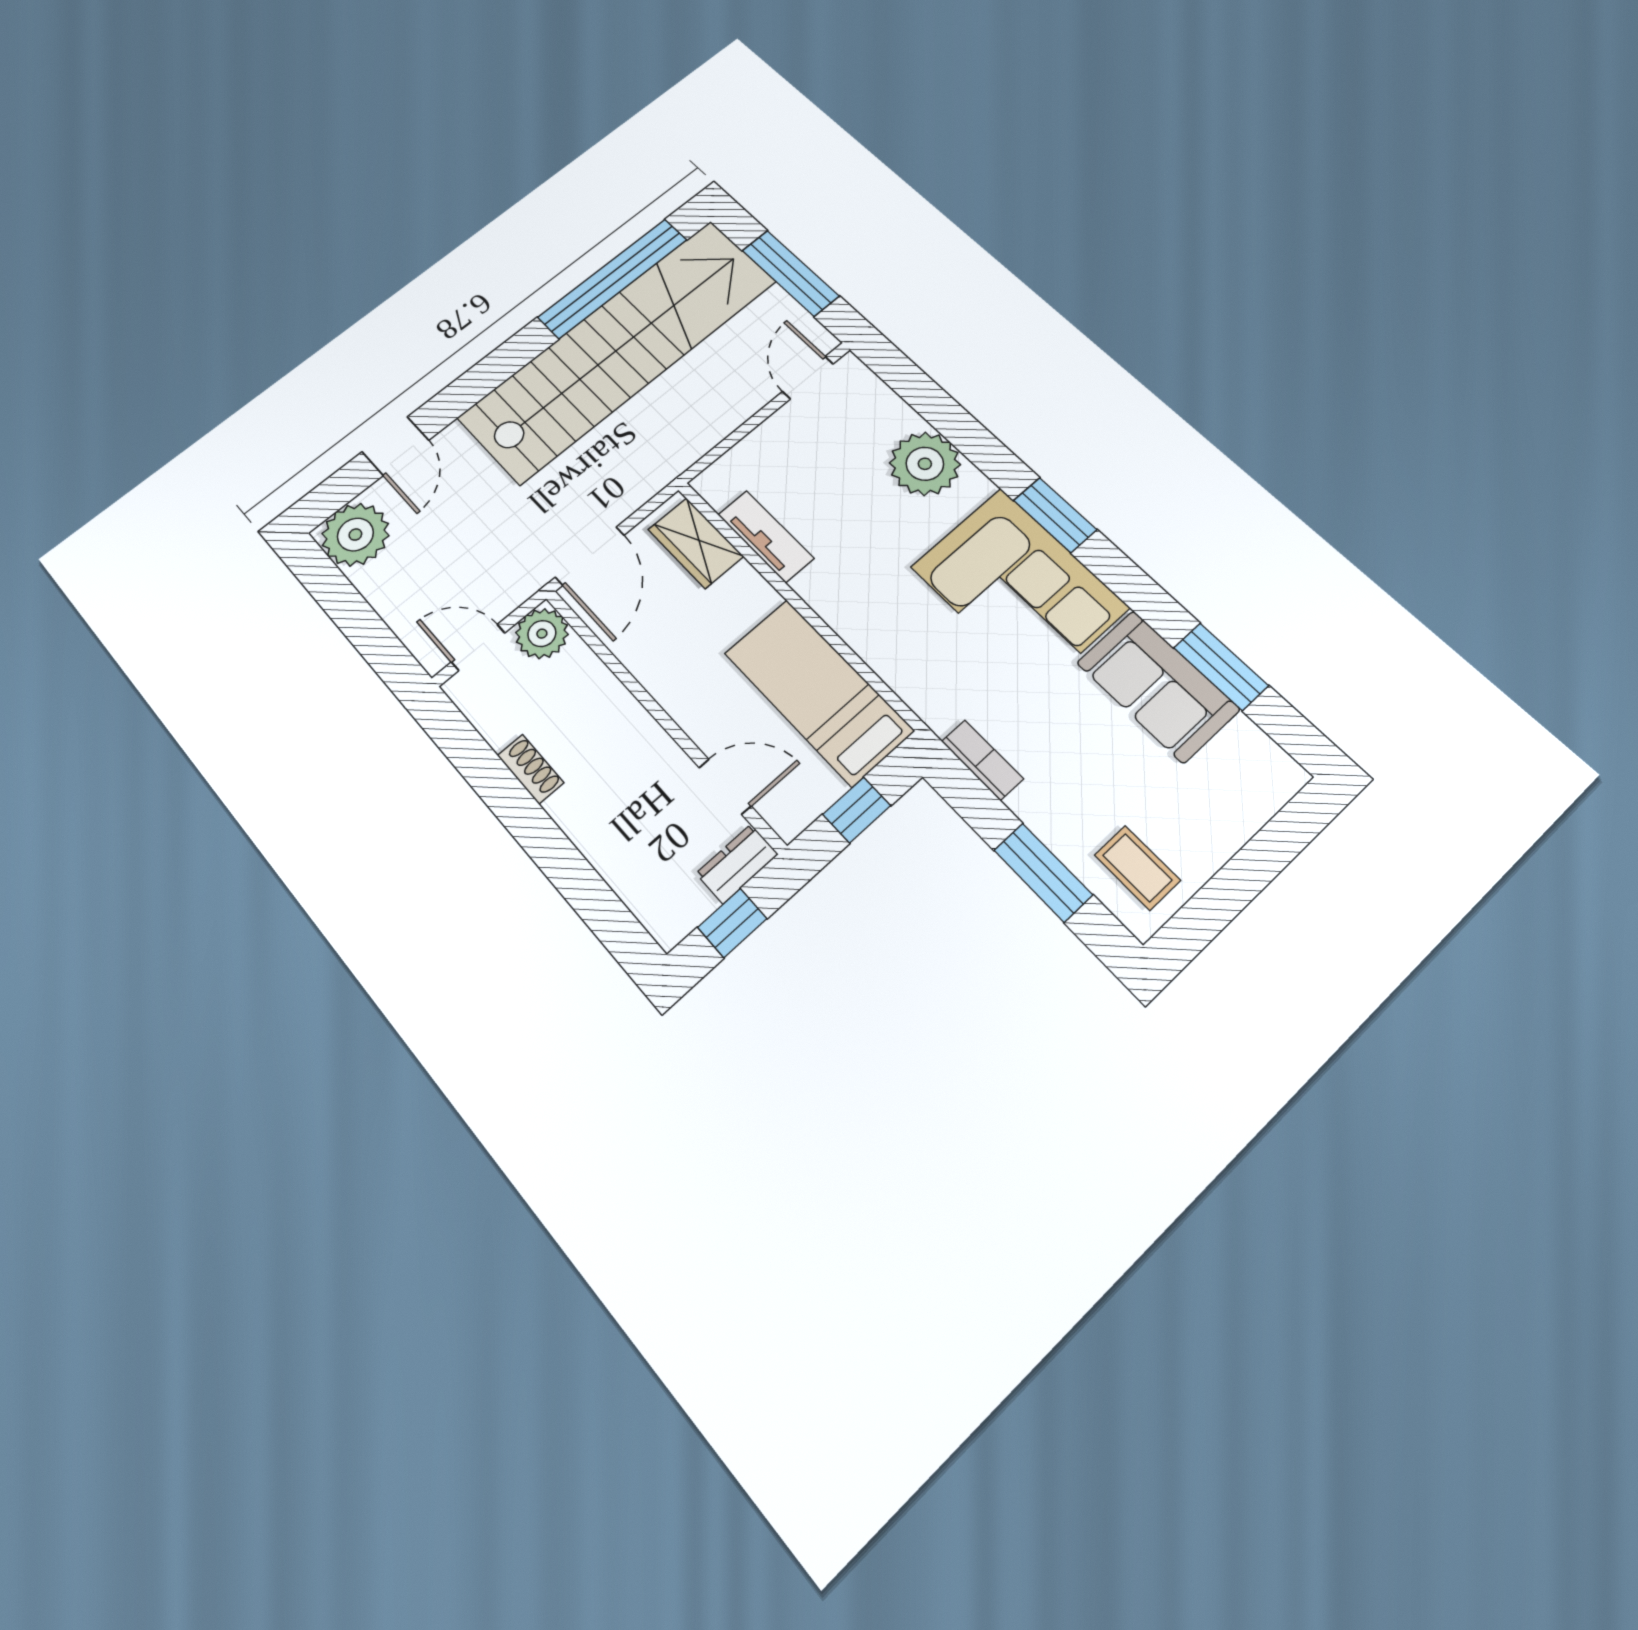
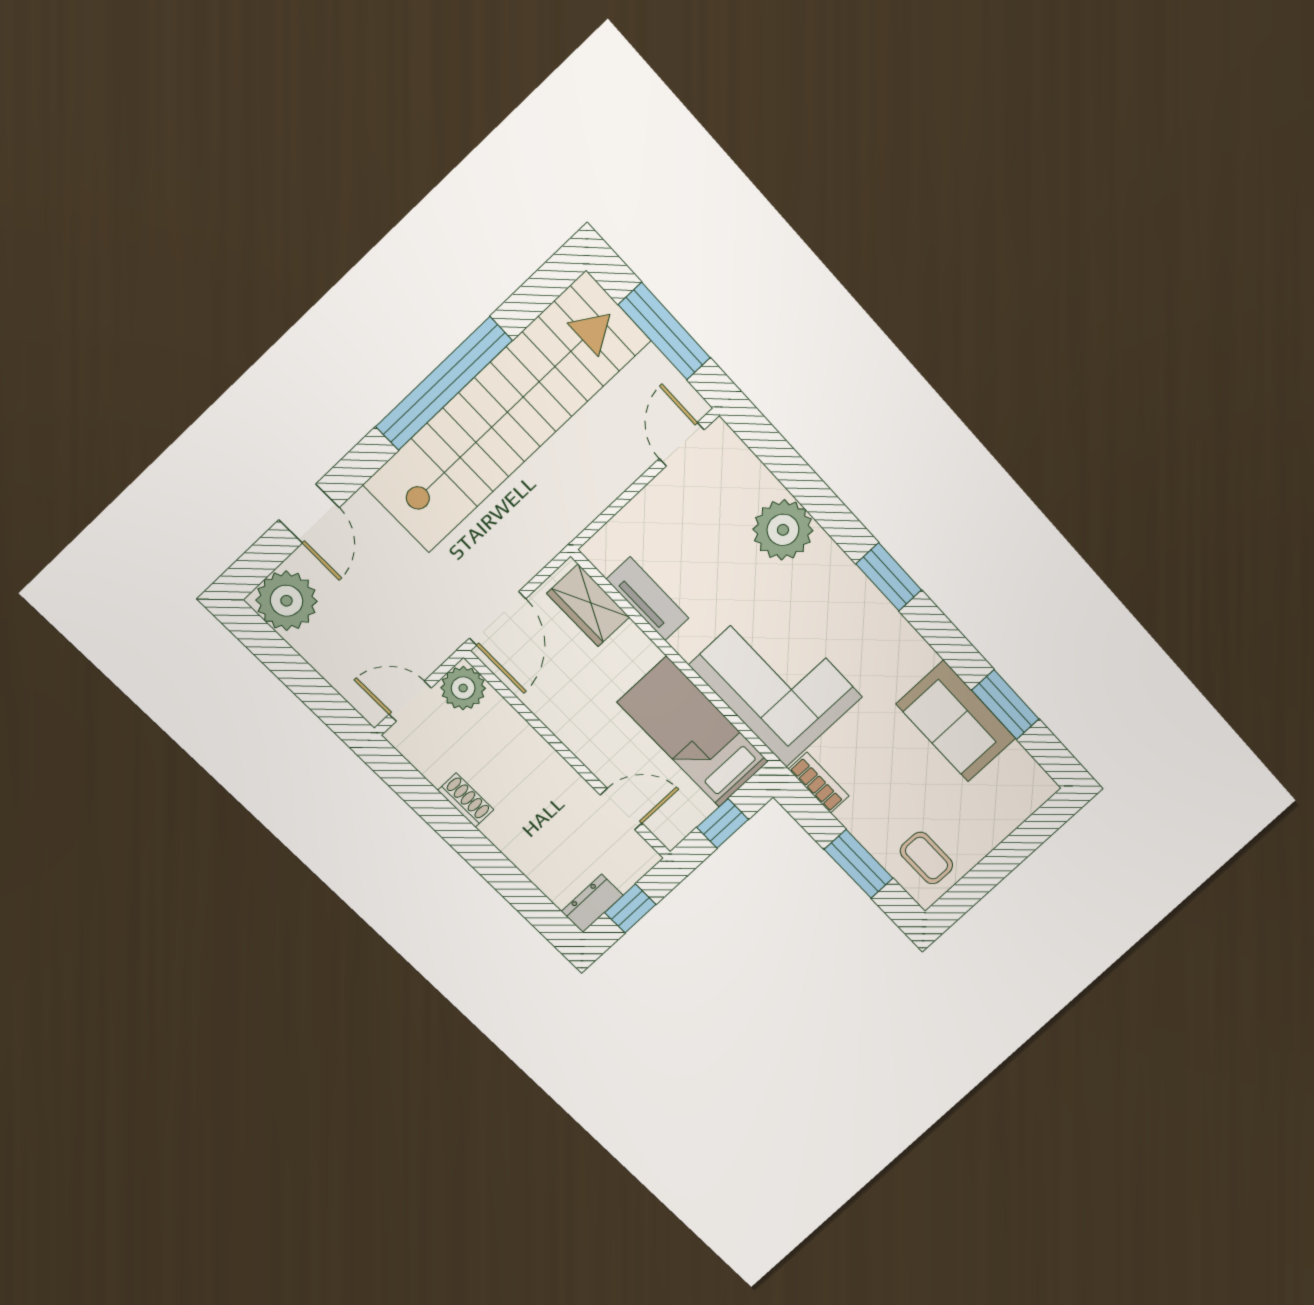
window: (613, 278) -> (444, 384), moved
corner sofa: (1019, 587) -> (776, 681), moved, turned 180
dresser: (737, 864) -> (592, 903), moved

